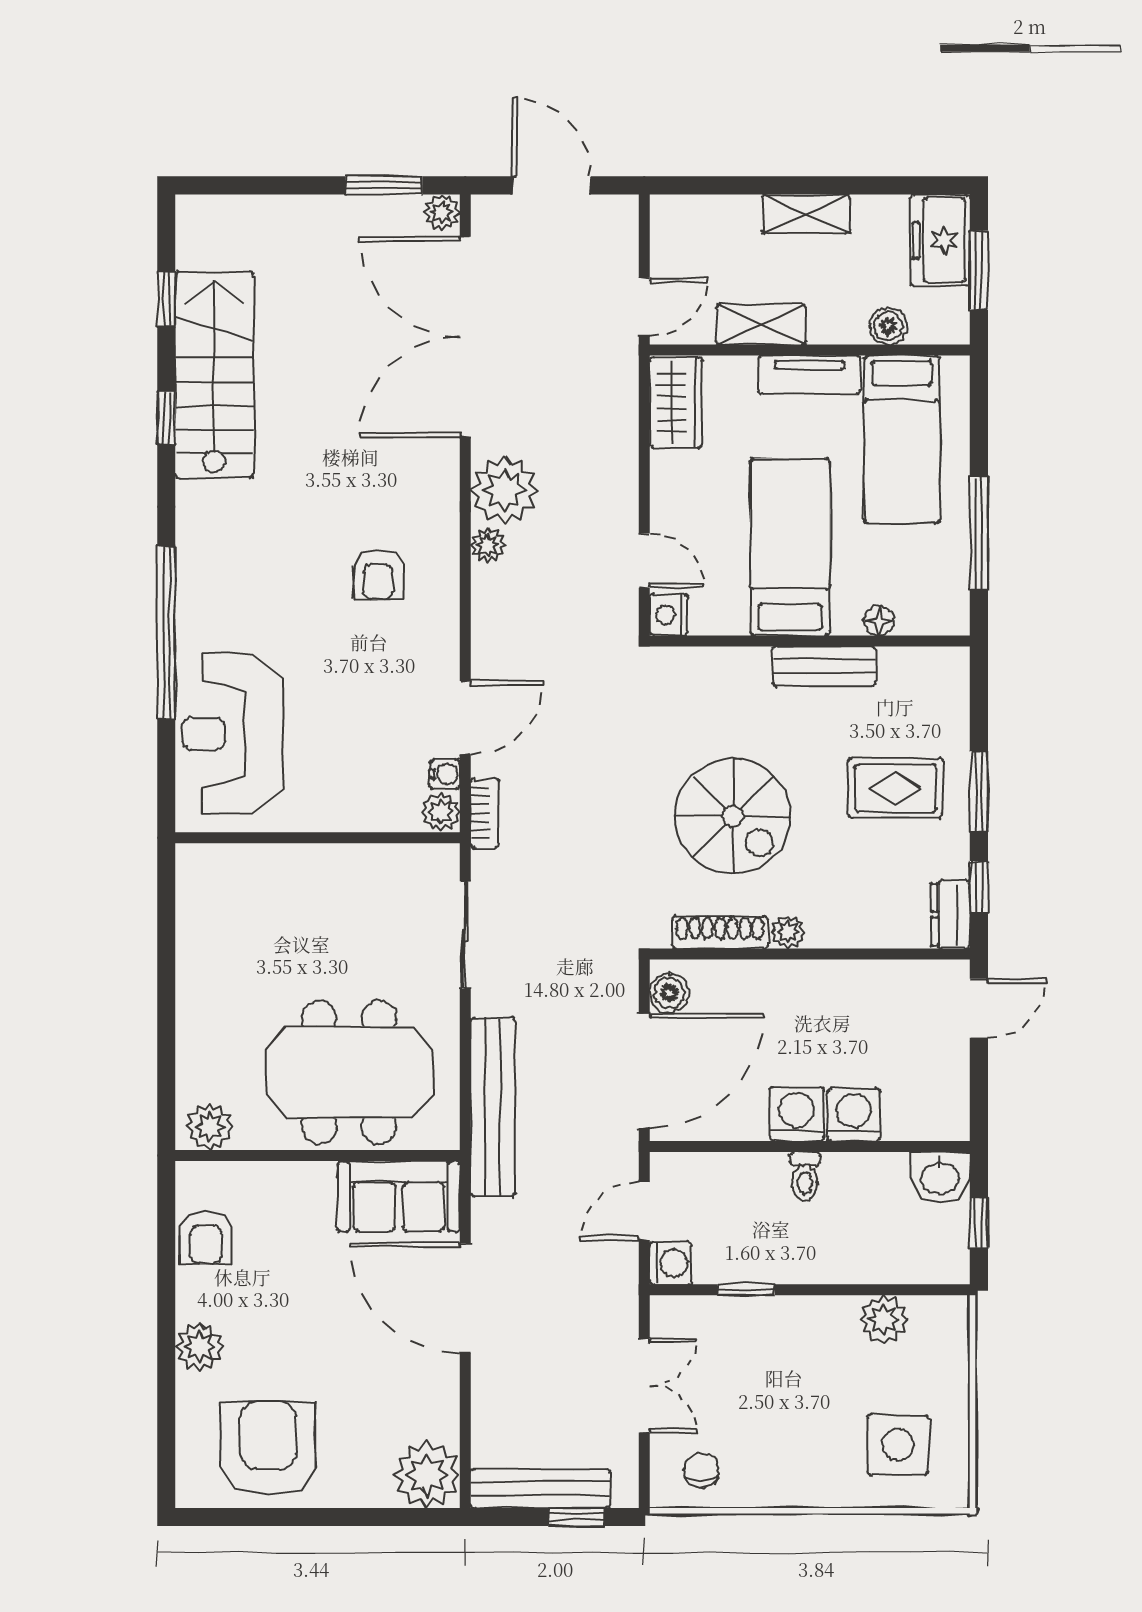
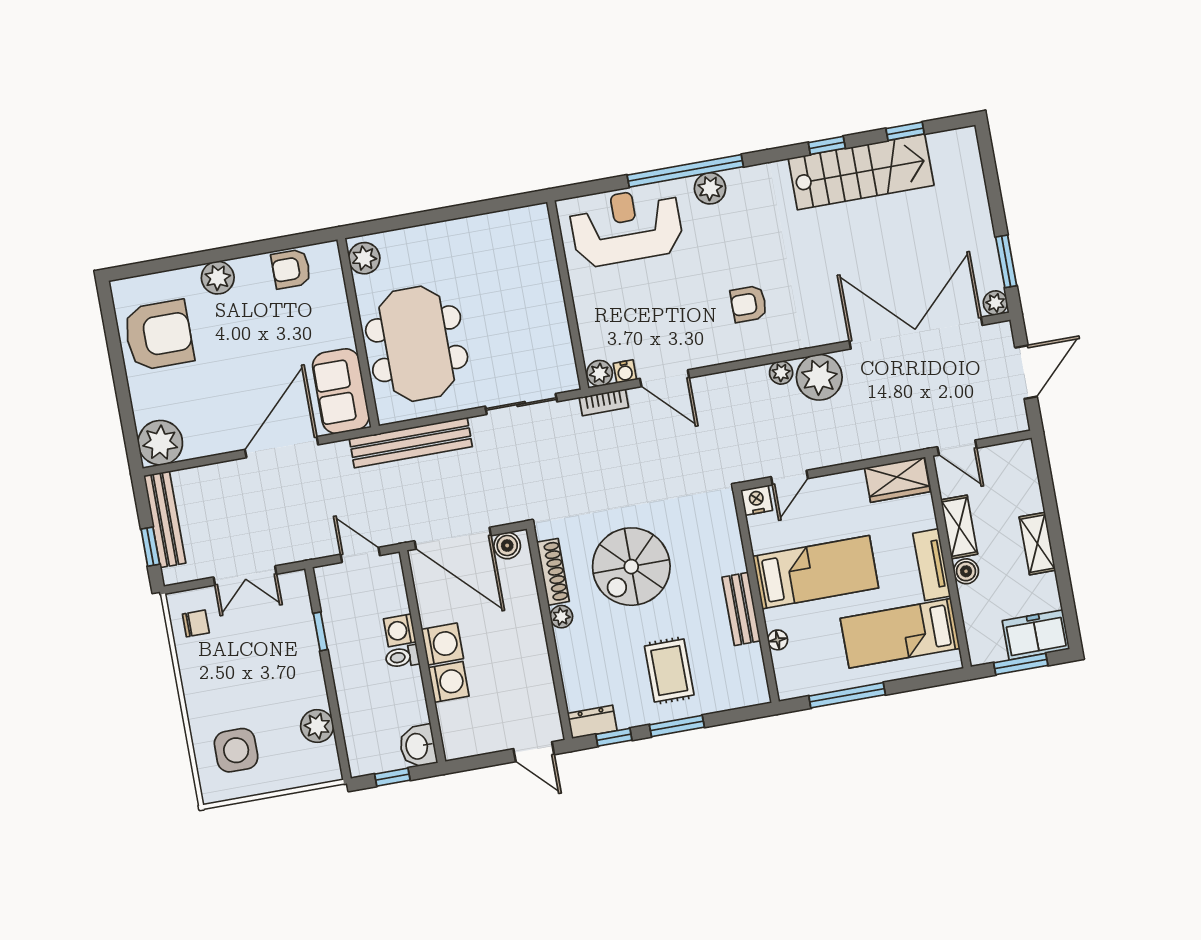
boiler: (888, 326) -> (966, 571), moved
plant: (199, 601) -> (710, 188), added
washing machine: (671, 1263) -> (400, 630), moved, turned 90

